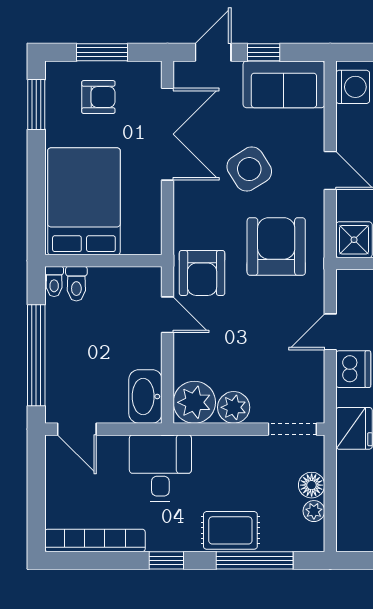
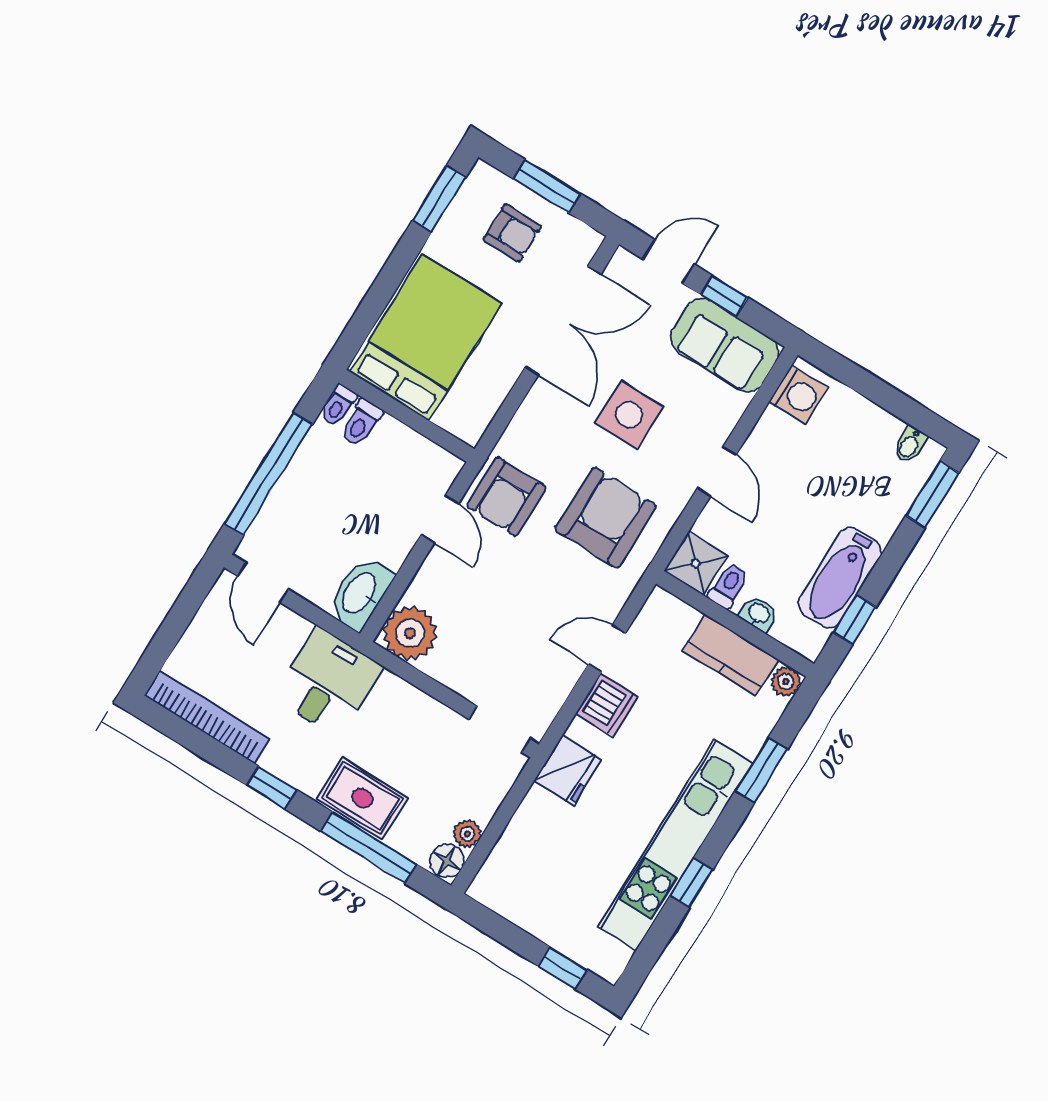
side table: (249, 169) -> (629, 415), turned 32
plant: (234, 407) -> (450, 665), removed
floor lamp: (312, 485) -> (447, 861), moved

